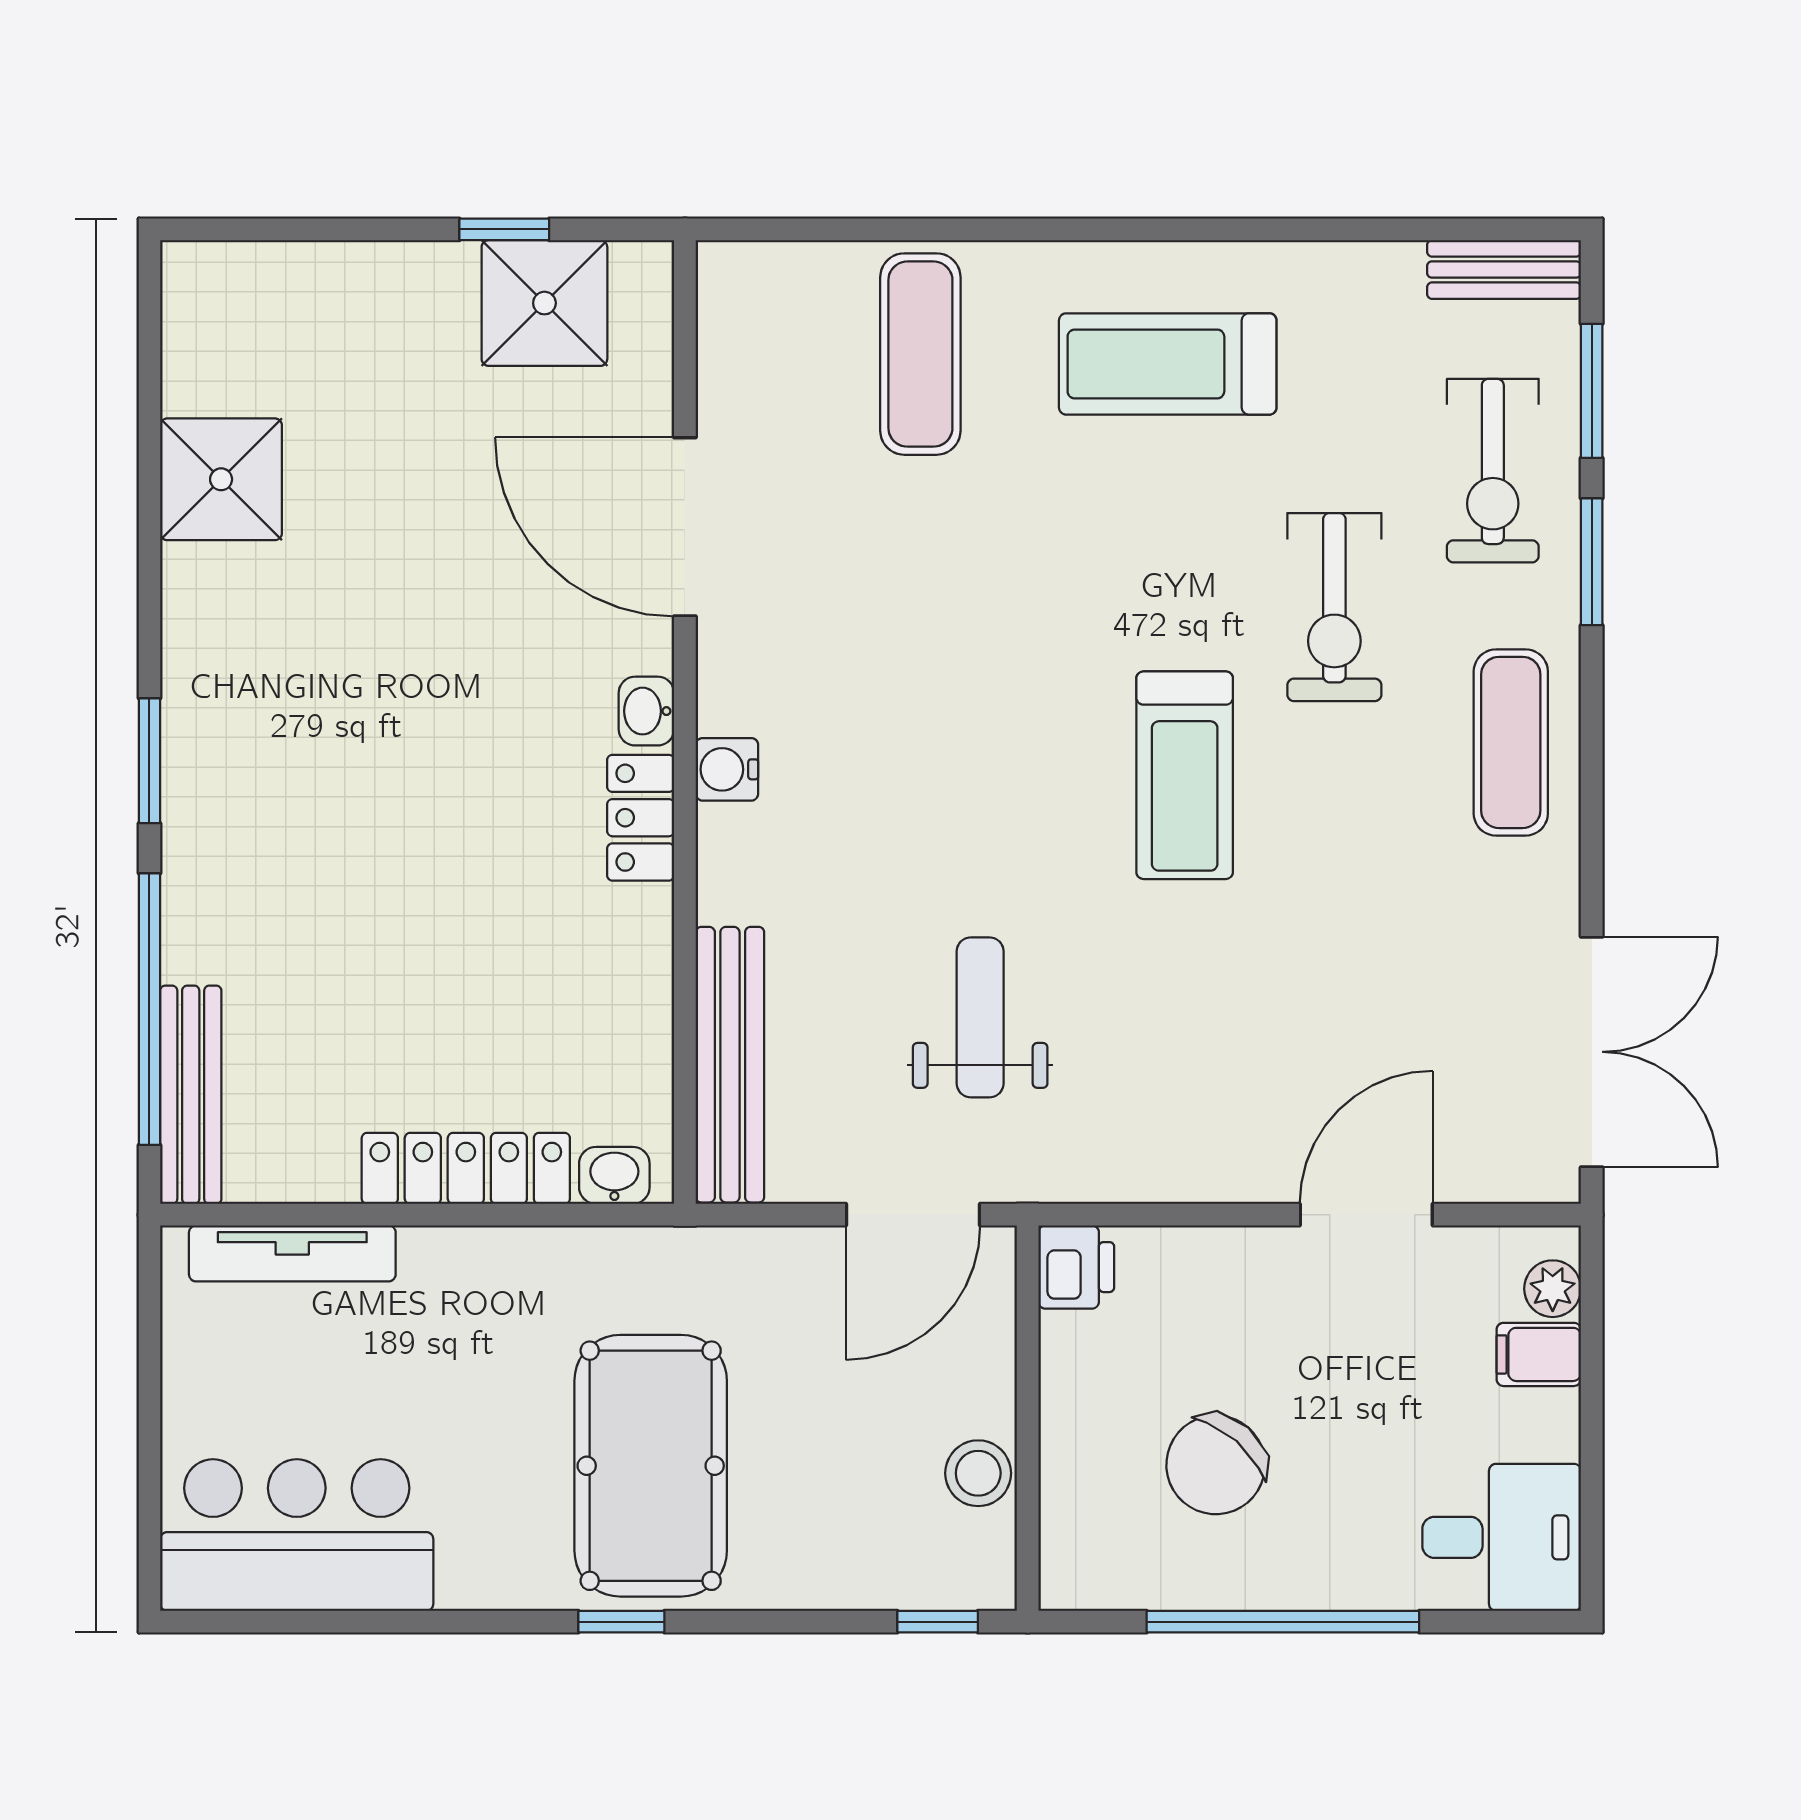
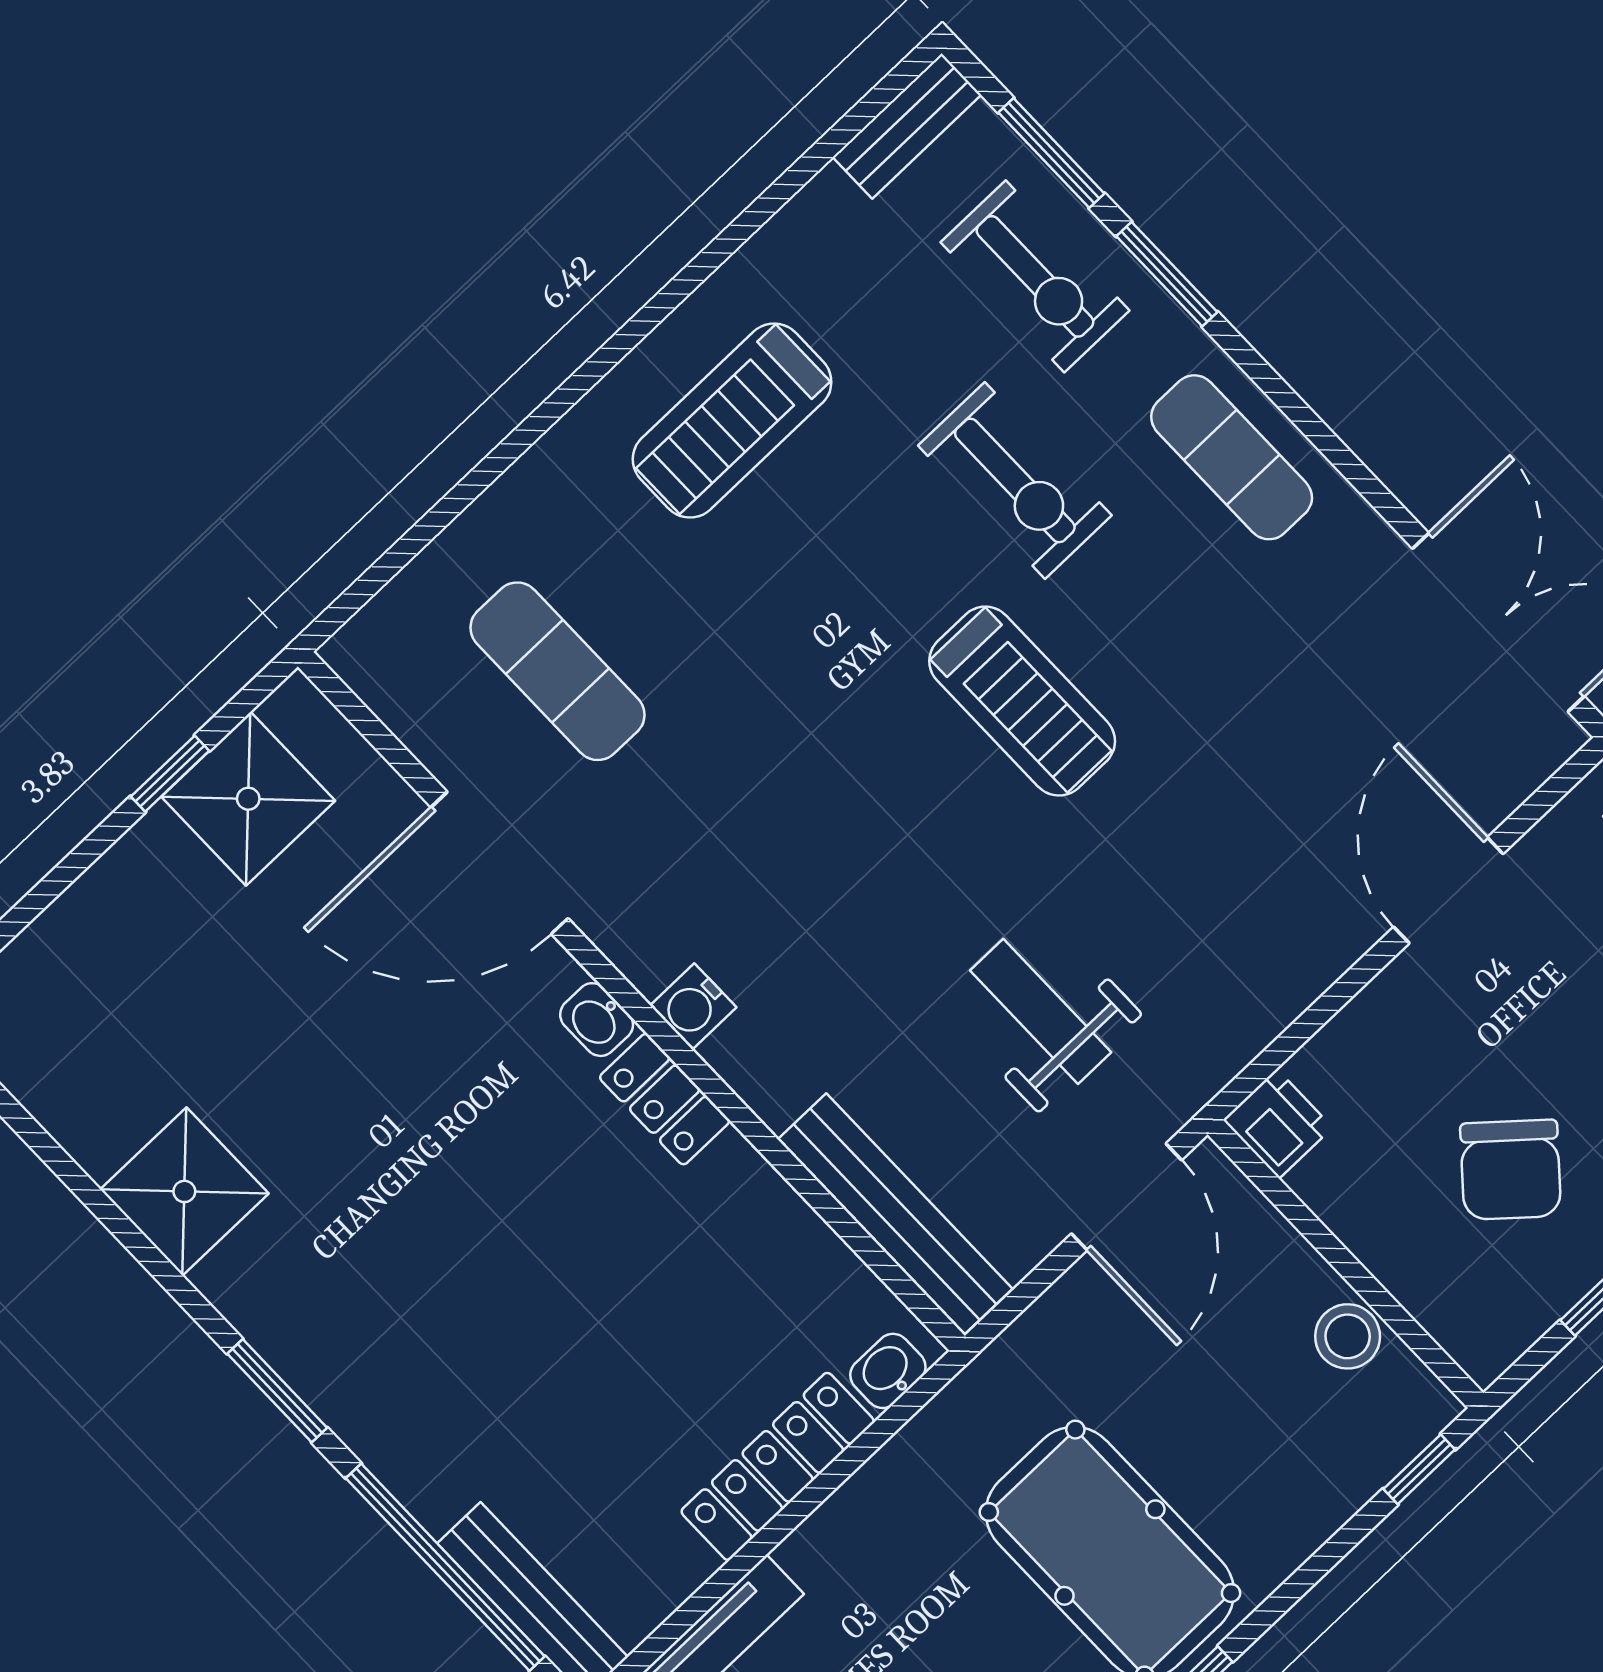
exercise mat: (920, 354) -> (558, 671), moved
shower: (221, 479) -> (184, 1191), moved

